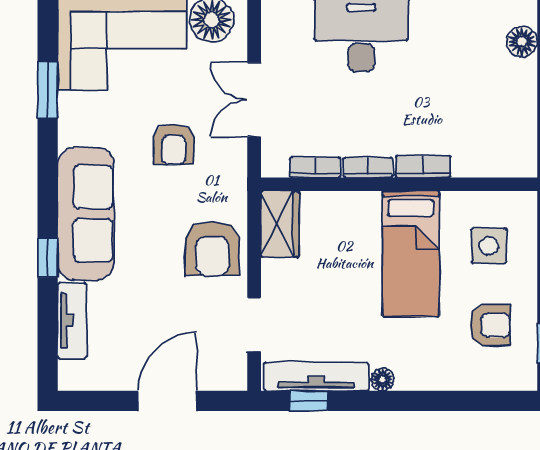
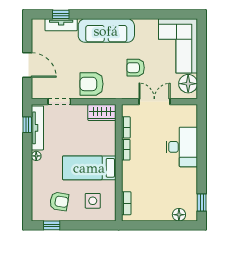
window: (48, 90) -> (159, 14), removed
bookcase: (423, 167) -> (126, 203), moved
window: (48, 258) -> (61, 14), moved
armchair: (490, 325) -> (59, 201), turned -81

